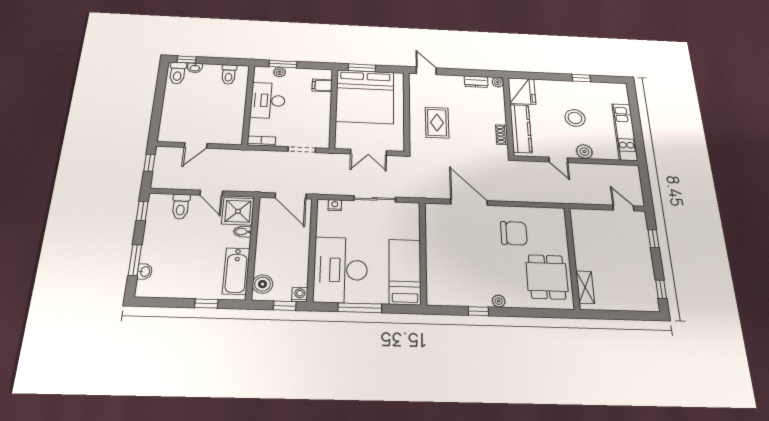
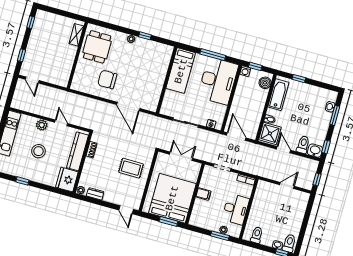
filing cabinet: (322, 85) -> (203, 194), moved
rug: (437, 123) -> (131, 168), turned 90
washbasin: (160, 202) -> (315, 151), added

